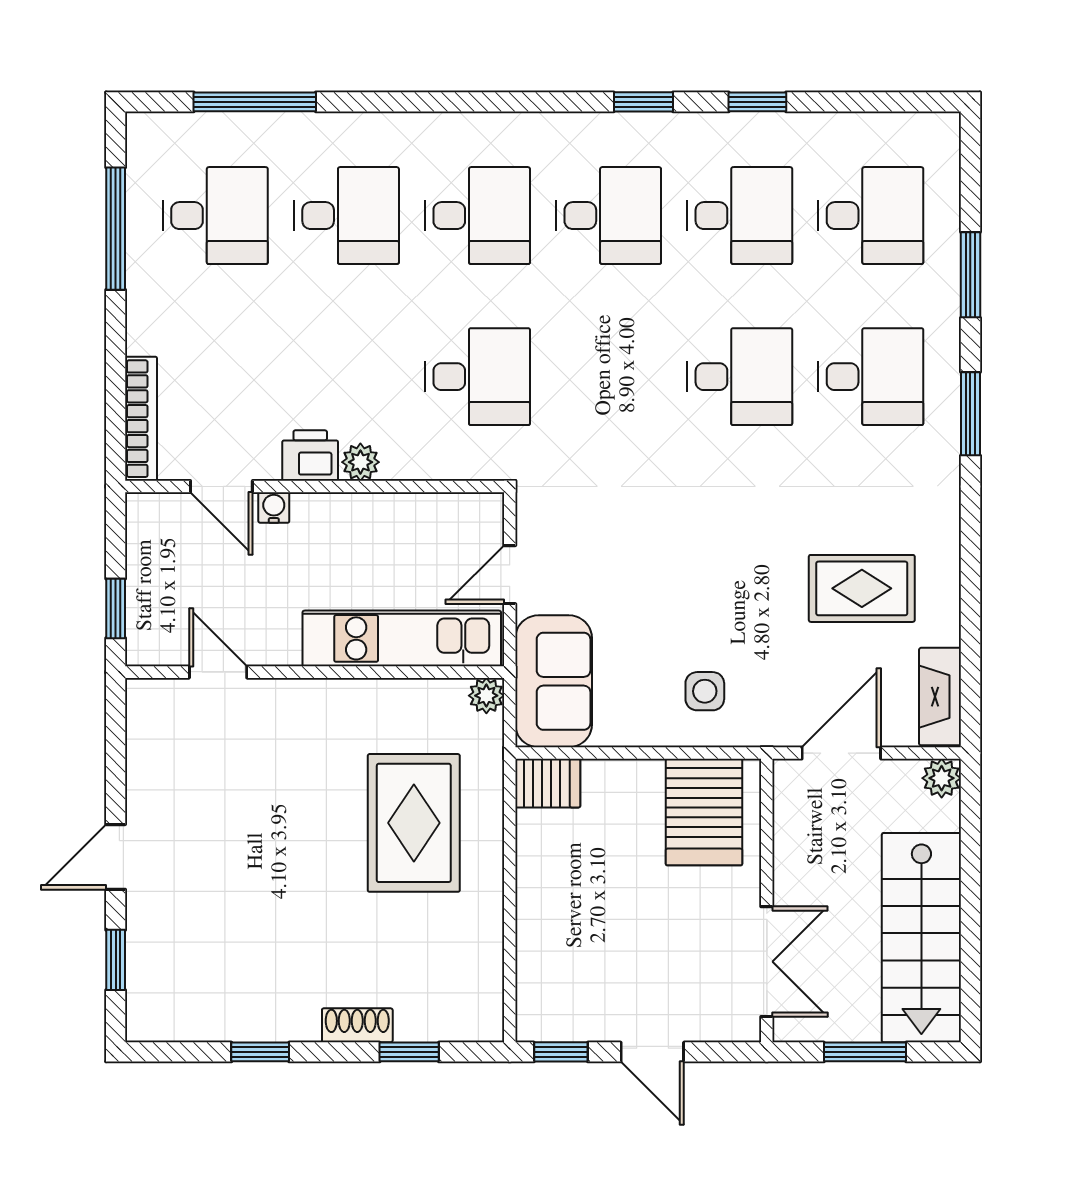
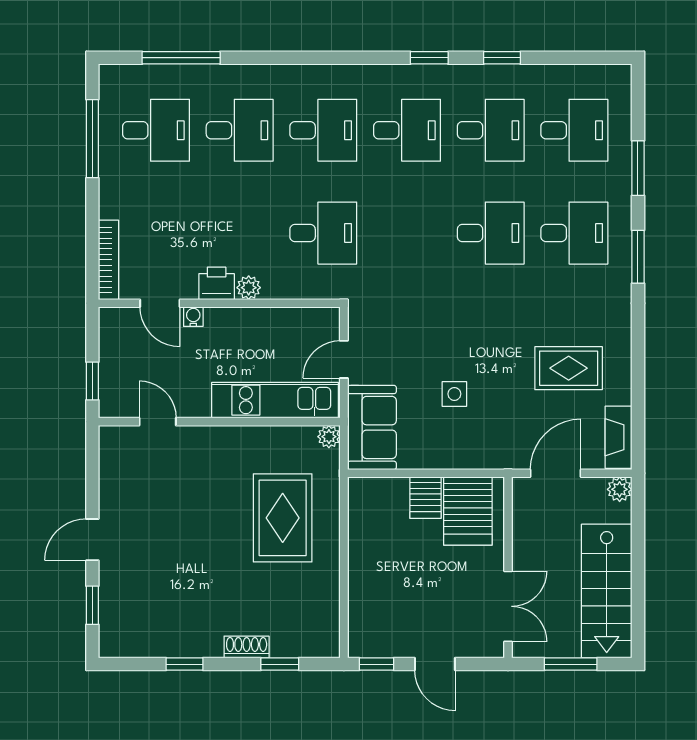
side table: (705, 691) -> (454, 394), moved
server rack: (548, 783) -> (426, 498), moved, turned 90

